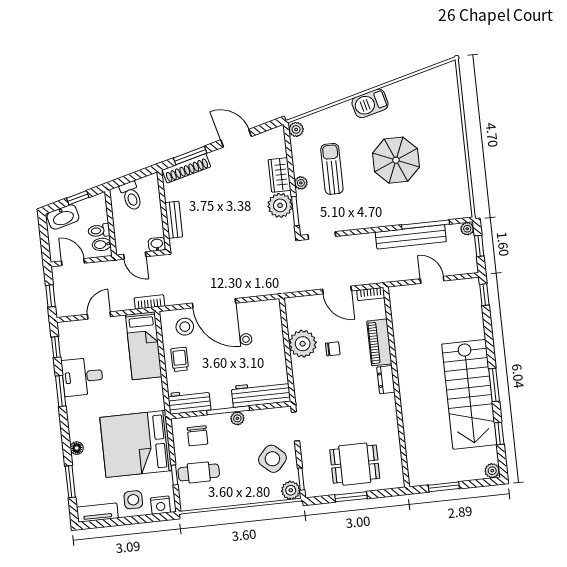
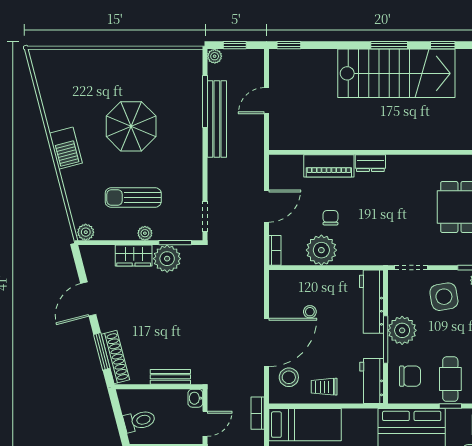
bookcase: (371, 294) -> (275, 250), moved
plant: (237, 418) -> (402, 330), width x1.87, depth x1.87
side table: (272, 459) -> (444, 297), turned 38

